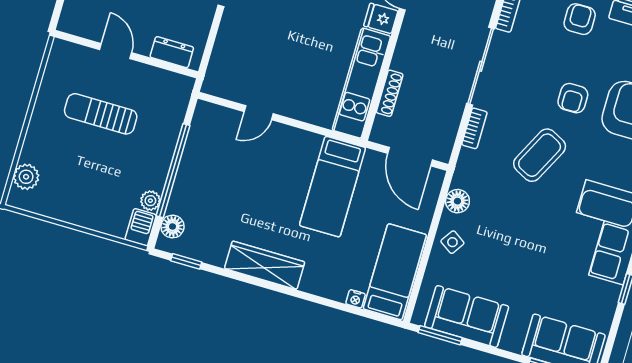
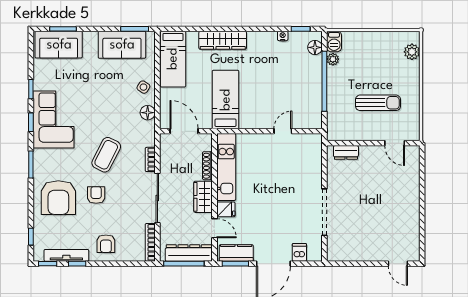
wardrobe: (410, 48) -> (203, 197), added
door: (116, 51) -> (395, 143), moved
wardrobe: (265, 265) -> (223, 40), moved
nightstand: (356, 299) -> (283, 36), moved

